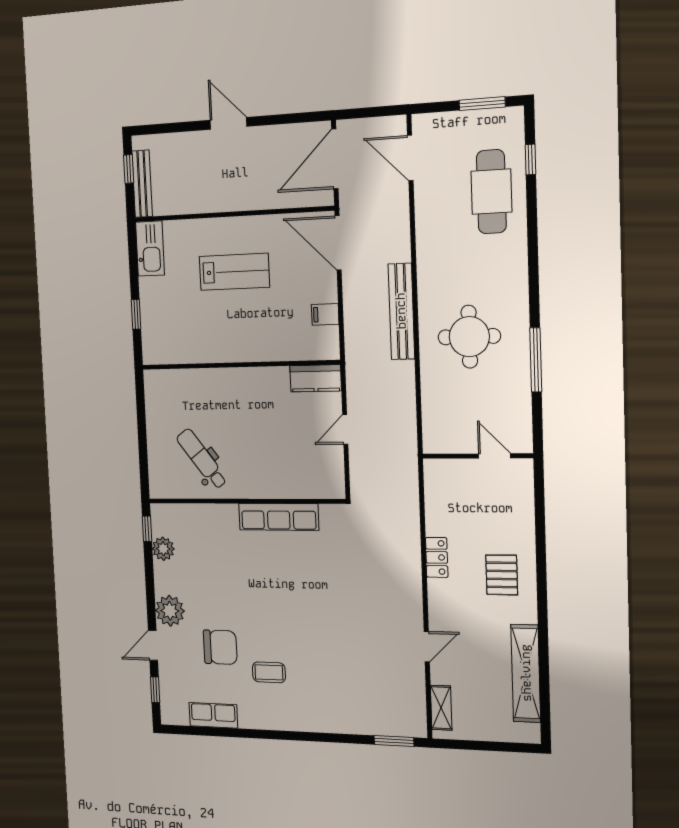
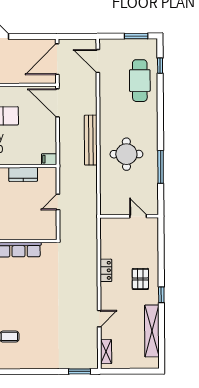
filing cabinet: (325, 314) -> (49, 159), moved
kitchen counter: (316, 378) -> (23, 174), moved
window: (542, 606) -> (161, 295), added

